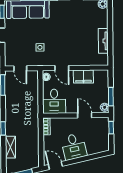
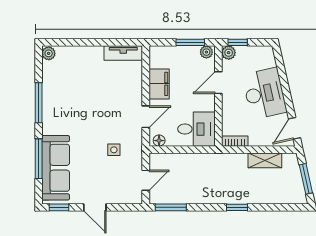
tv unit: (103, 41) -> (123, 53), moved
plant: (104, 122) -> (229, 53), added
shelving: (10, 147) -> (265, 160), moved
desk: (74, 147) -> (264, 93), width x1.37

